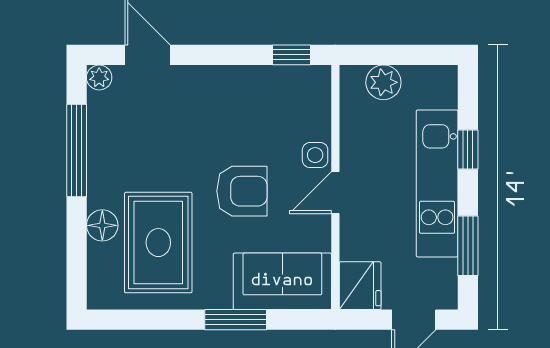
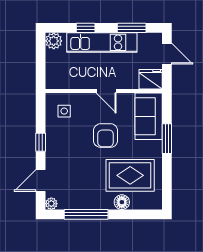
window: (292, 55) -> (41, 142), moved
plant: (383, 82) -> (54, 41), moved
side table: (315, 155) -> (64, 111), moved
armchair: (242, 191) -> (106, 136), turned 180

